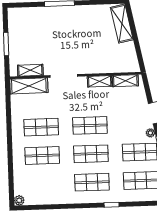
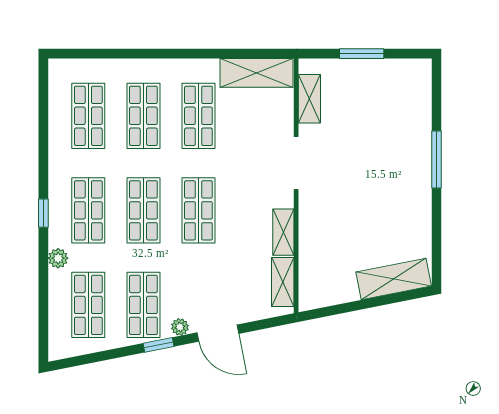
shelving: (29, 86) -> (256, 73), moved, turned 90
shop shelf: (43, 184) -> (88, 116), added
plant: (19, 200) -> (58, 258), moved
window: (112, 205) -> (43, 213), moved

